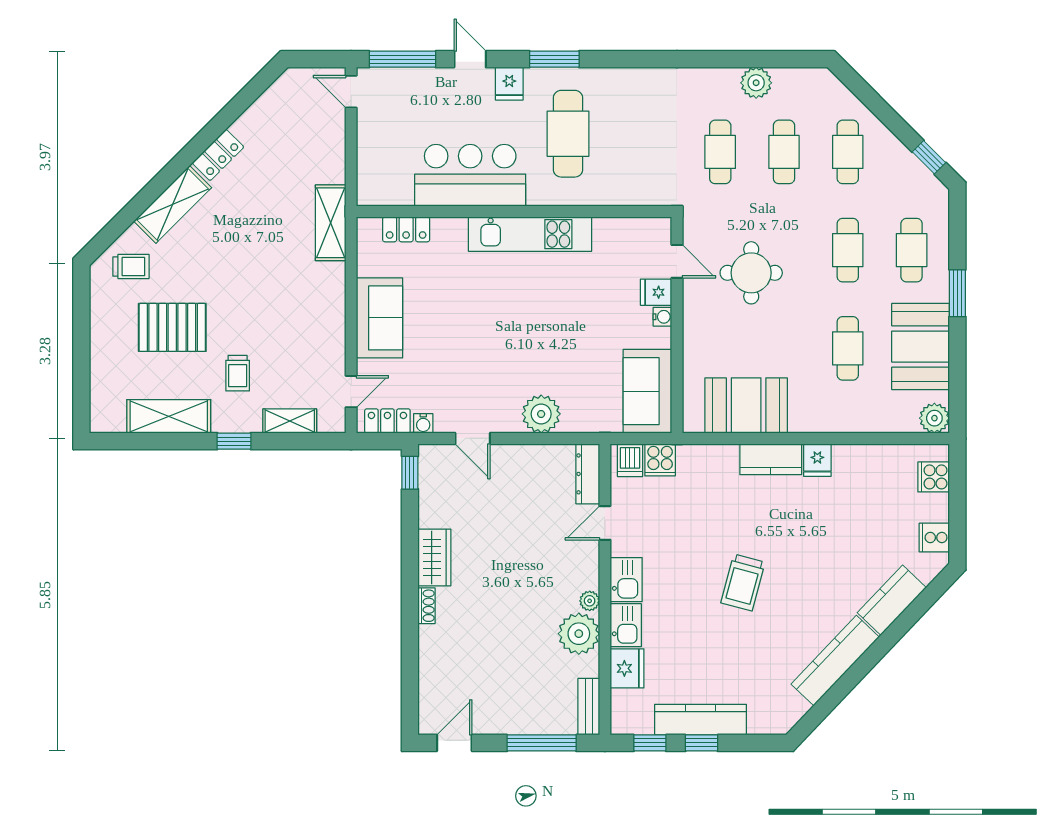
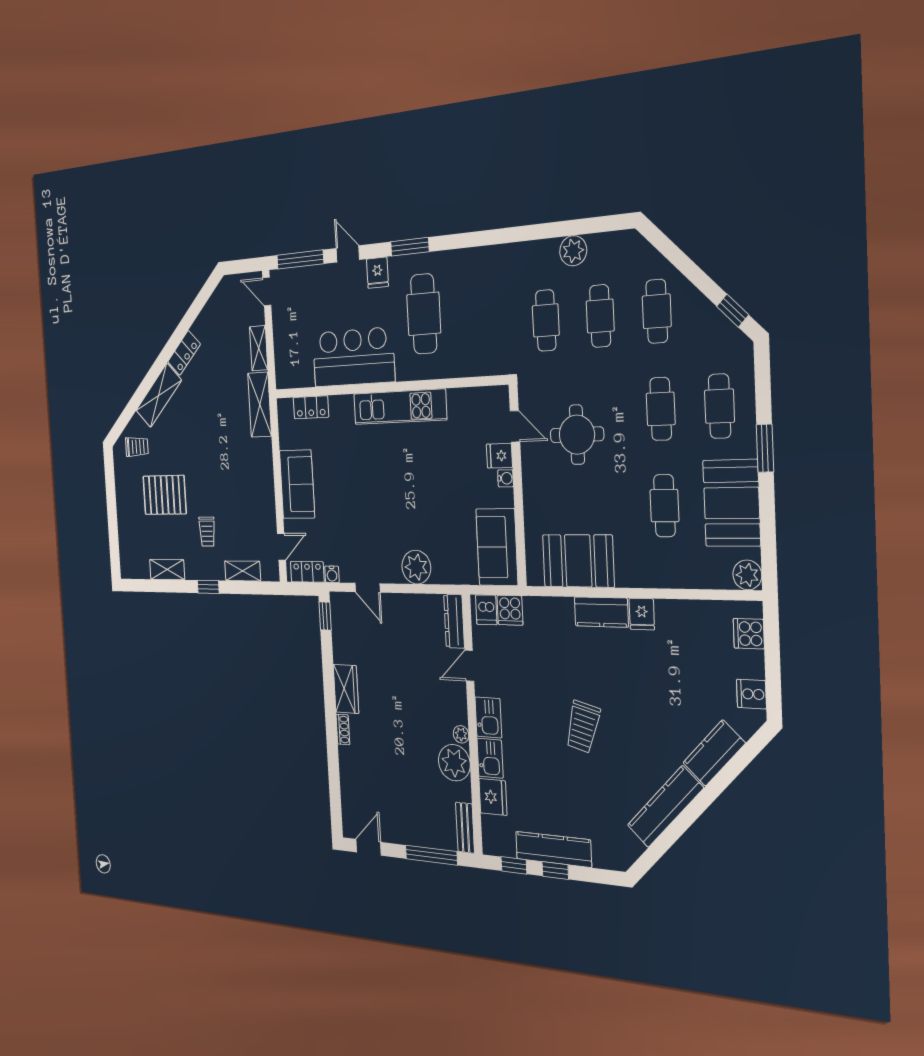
shelving: (334, 157) -> (259, 348), added
shelving: (169, 416) -> (167, 570), width x0.67, depth x0.75

